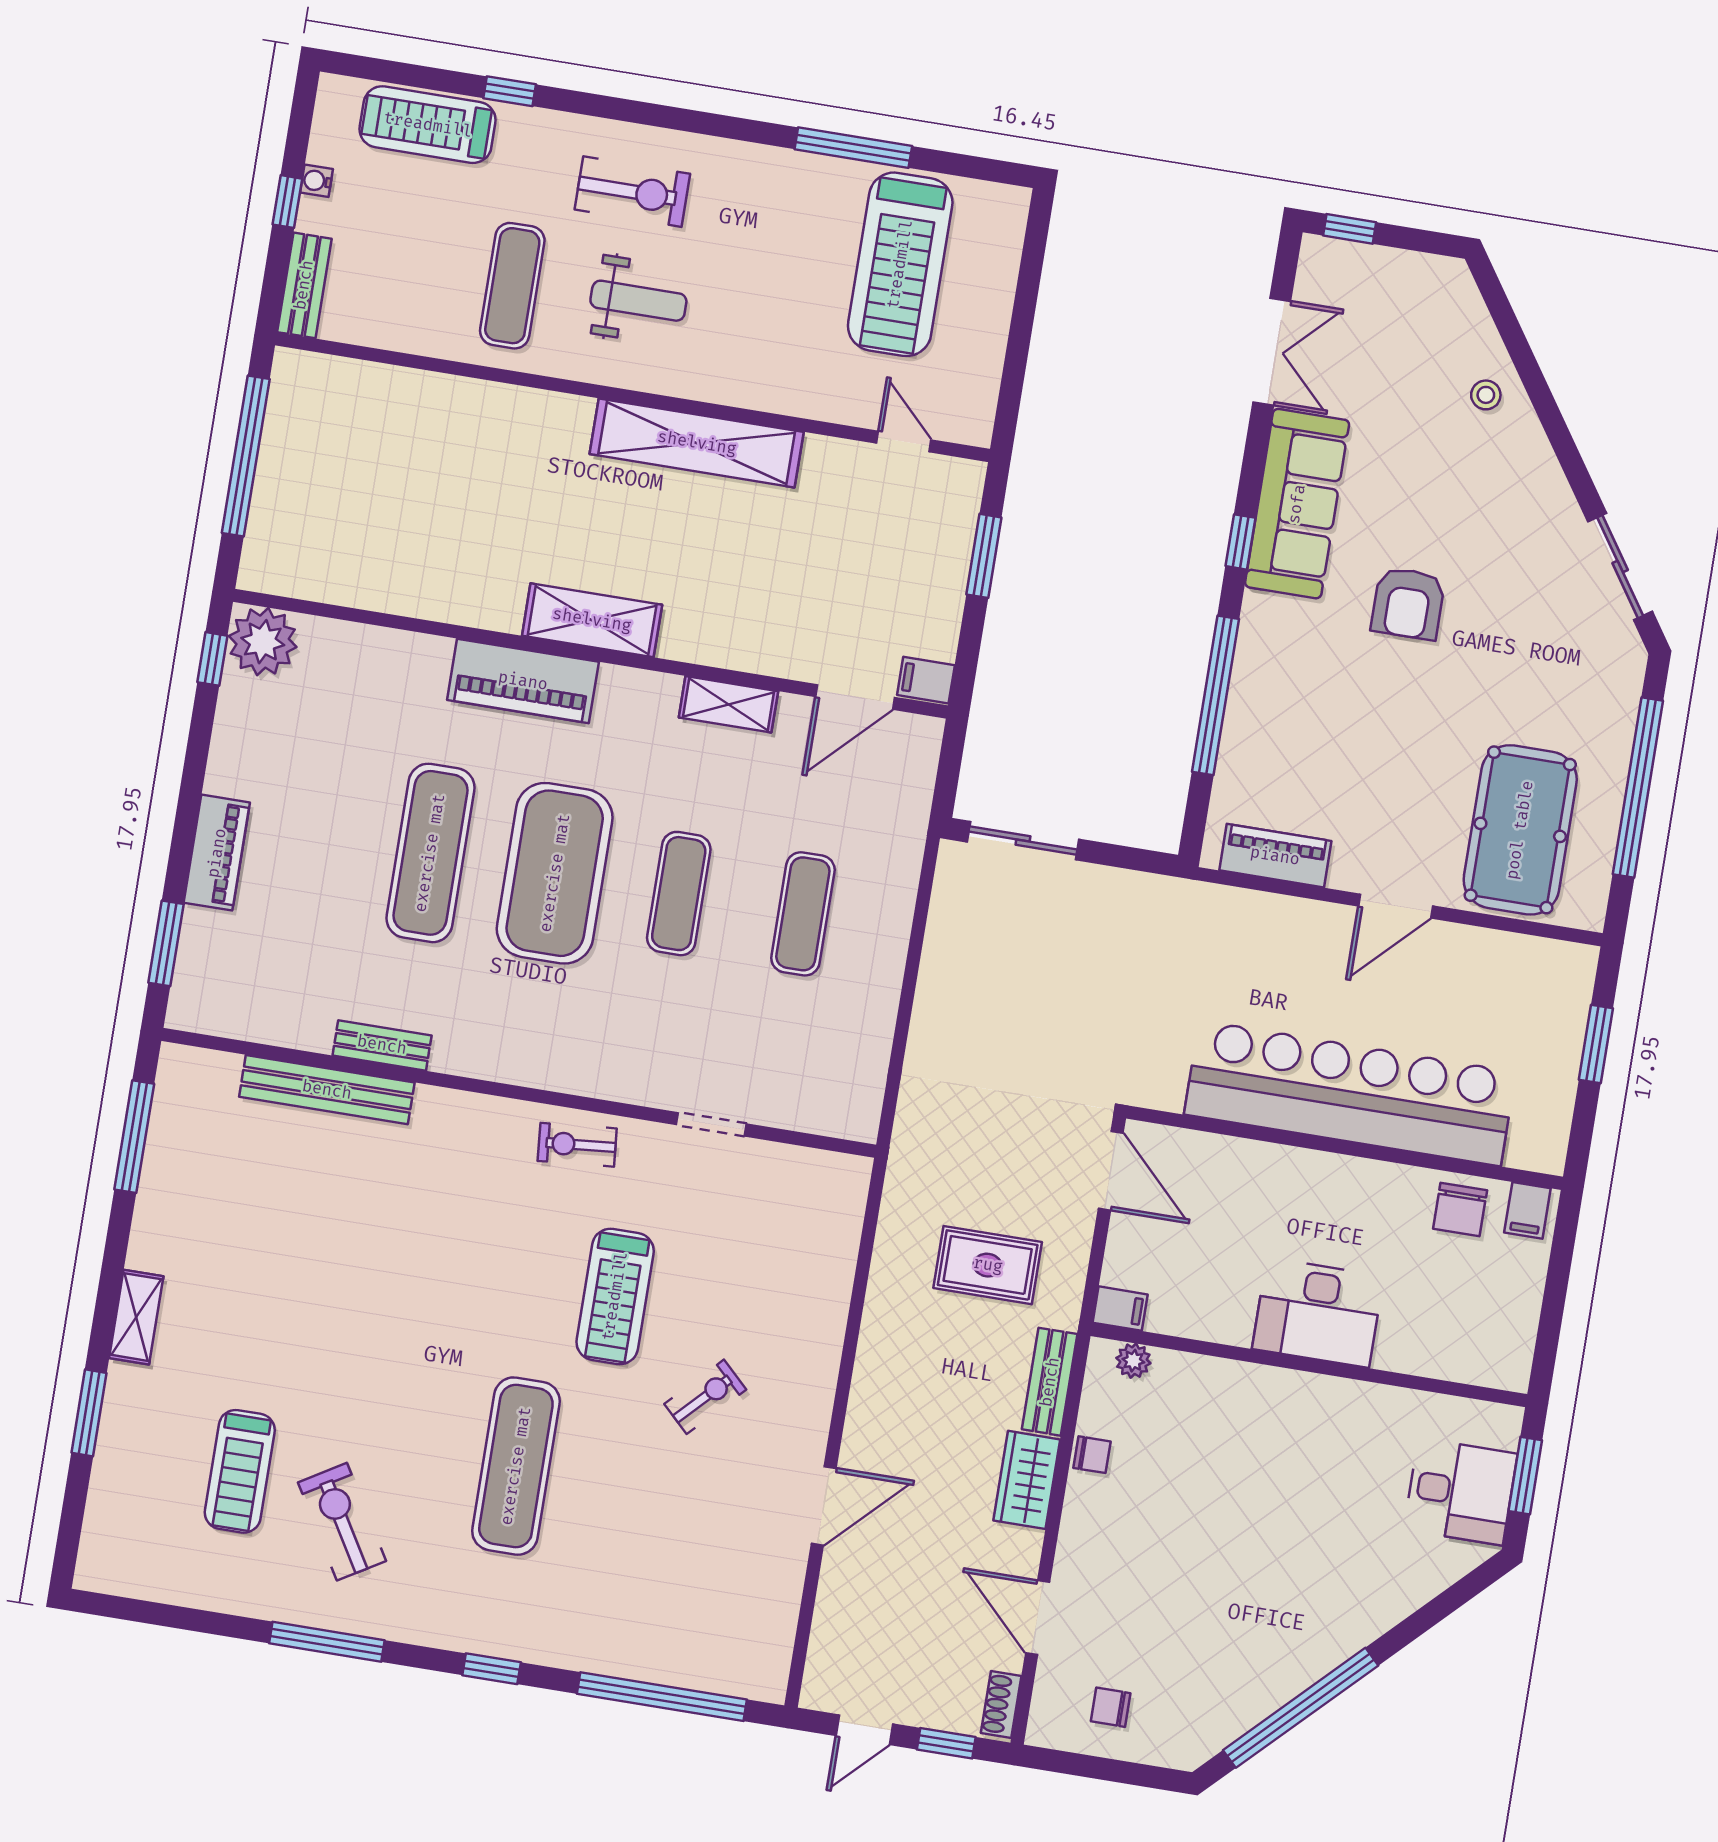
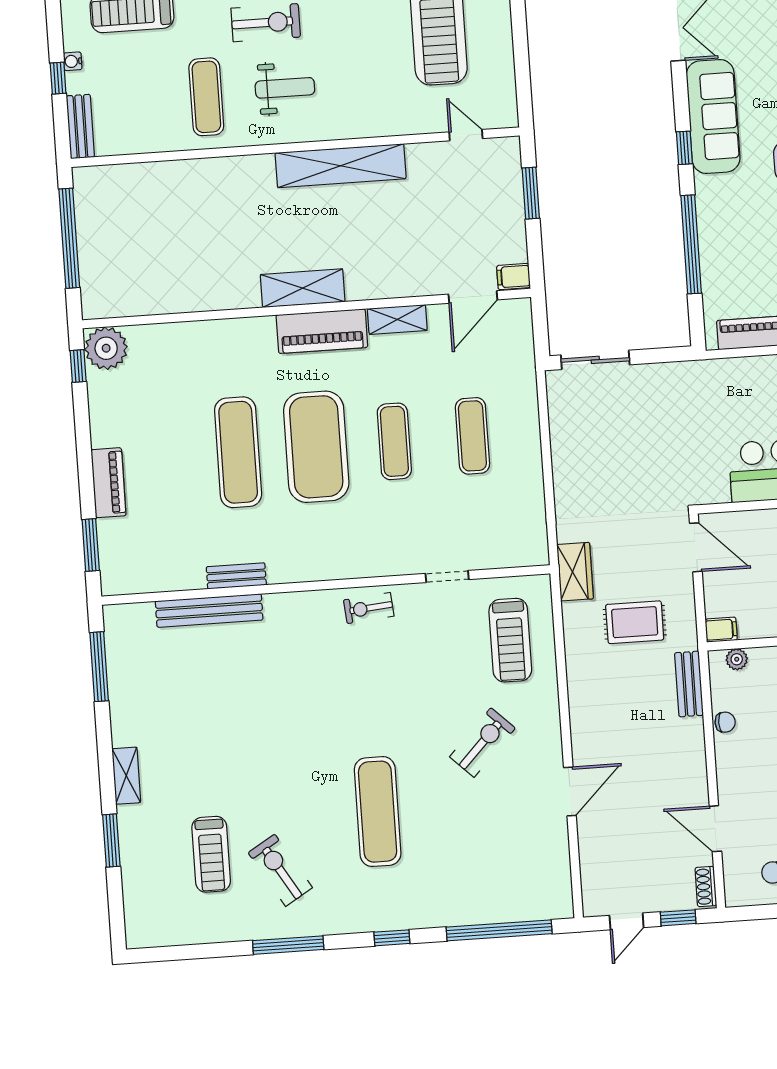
piano: (523, 681) -> (322, 331), moved
treadmill: (615, 1296) -> (510, 640), moved
exercise bike: (705, 1397) -> (483, 742), width x1.38, depth x1.39
wardrobe: (1027, 1480) -> (575, 572), moved, turned 180

